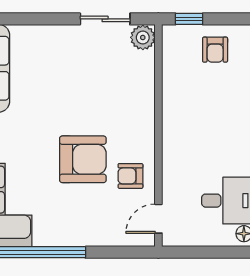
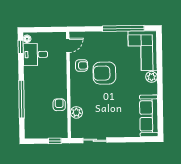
plant: (143, 37) -> (76, 112), moved
armchair: (215, 50) -> (59, 105), moved

